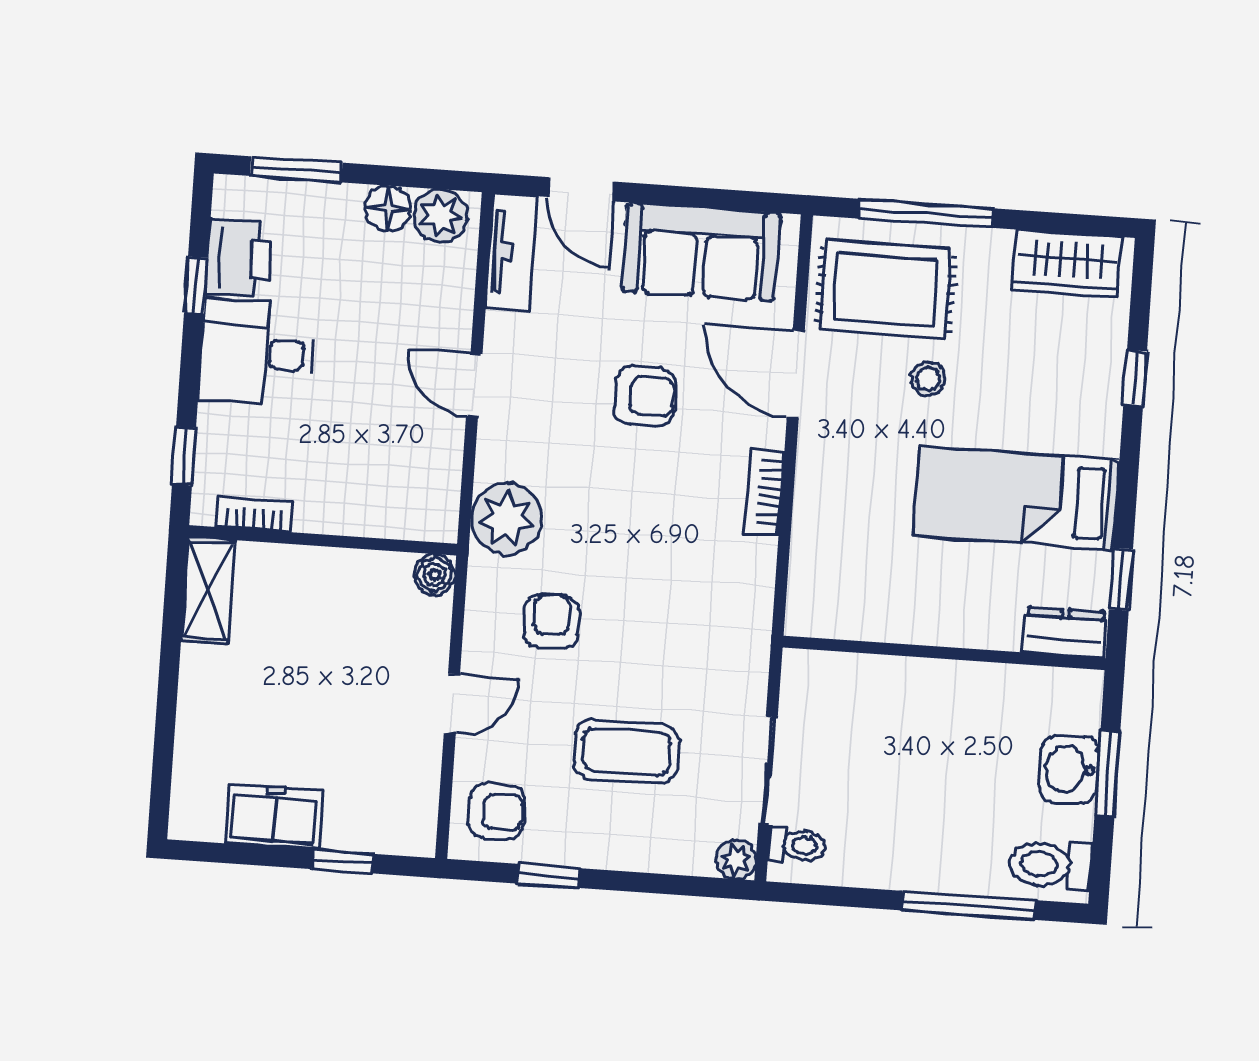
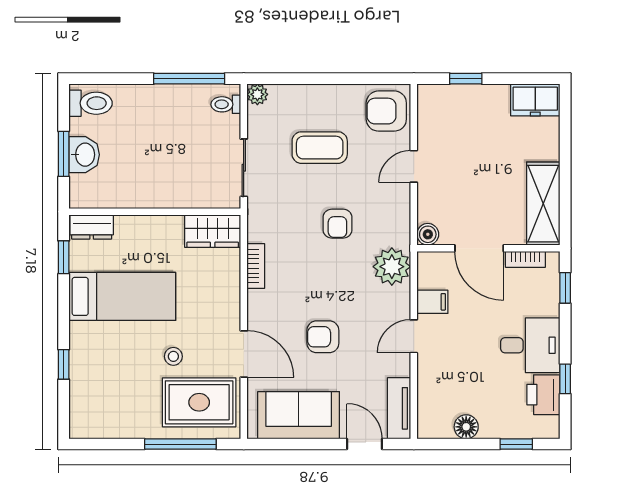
window: (296, 169) -> (516, 444), width x0.67
plant: (441, 216) -> (438, 425), removed
wardrobe: (1067, 264) -> (213, 231), moved, turned 180
door: (474, 385) -> (414, 336), swing flipped
filing cabinet: (435, 447) -> (432, 302), added
bookcase: (765, 492) -> (256, 266), moved
door: (340, 542) -> (479, 248), added
shelving: (208, 590) -> (543, 204), width x1.50, depth x1.33
armchair: (551, 622) -> (337, 224), moved
sliding door: (768, 771) -> (244, 168), moved
armchair: (496, 811) -> (386, 111), width x1.38, depth x1.38
freezer: (274, 817) -> (535, 100), moved
window: (548, 876) -> (356, 79), removed
window: (968, 905) -> (189, 79), moved

